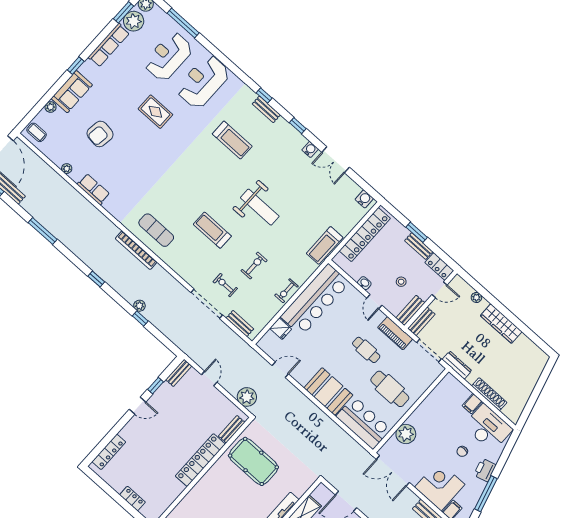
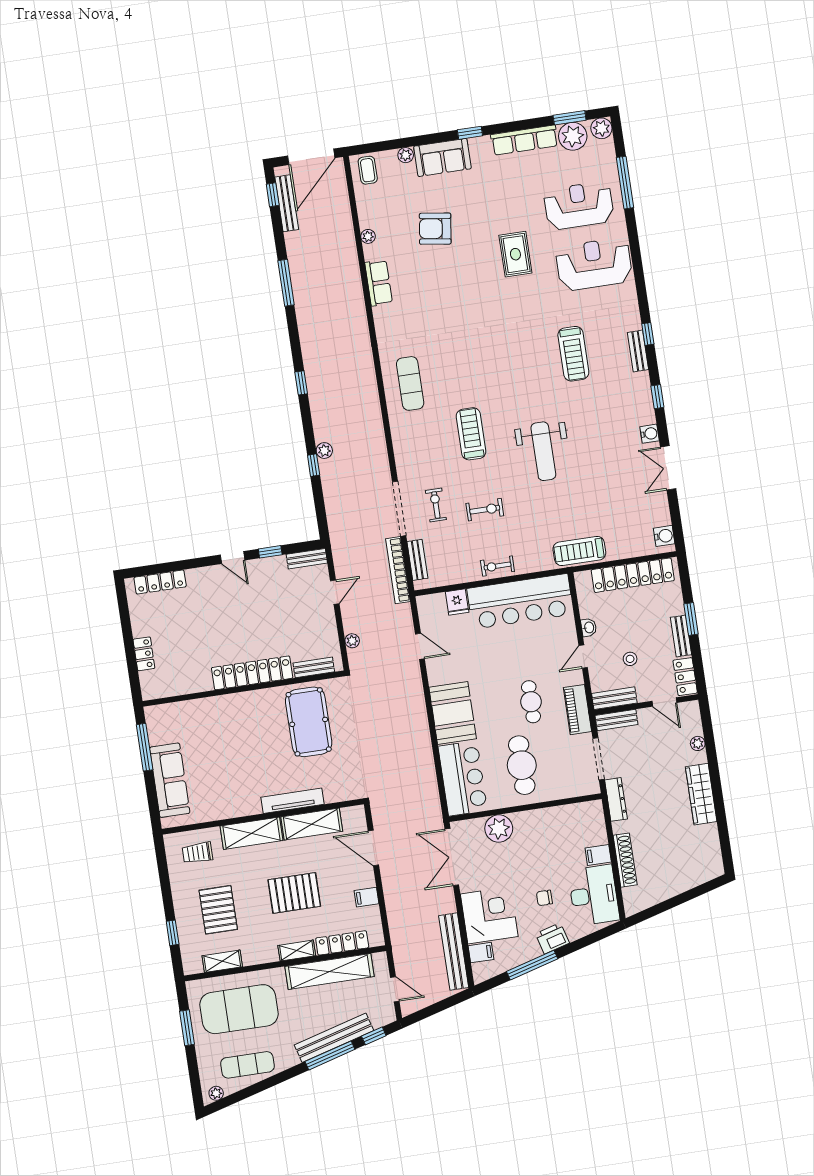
bookcase: (136, 250) -> (398, 570), moved
plant: (247, 397) -> (352, 641), width x0.53, depth x0.53

